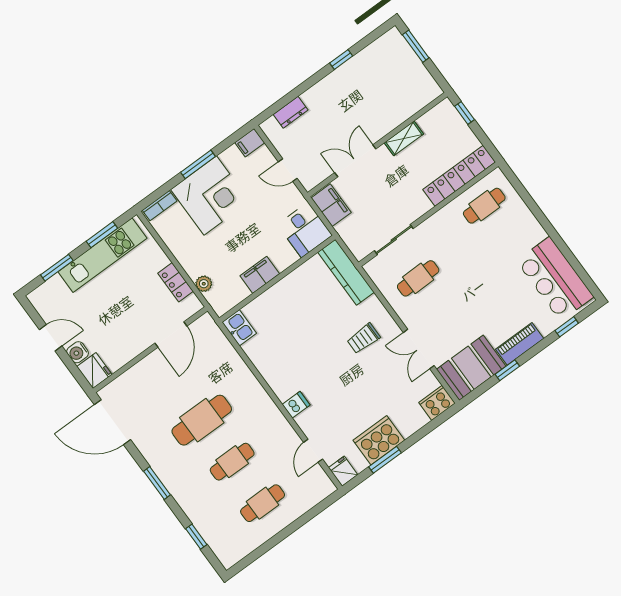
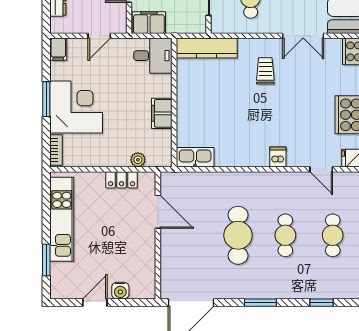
window: (102, 235) -> (46, 209), removed
kitchen sink: (239, 328) -> (195, 157), width x1.38
trolley: (364, 338) -> (265, 71), turned 180
fridge: (94, 371) -> (143, 288), removed

